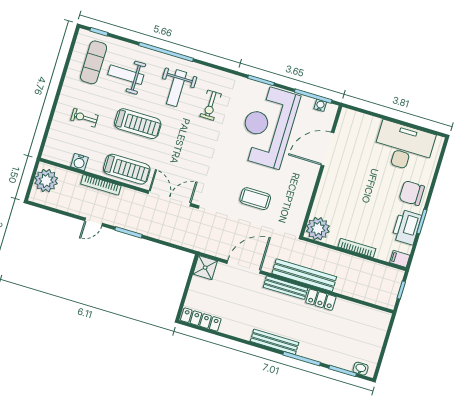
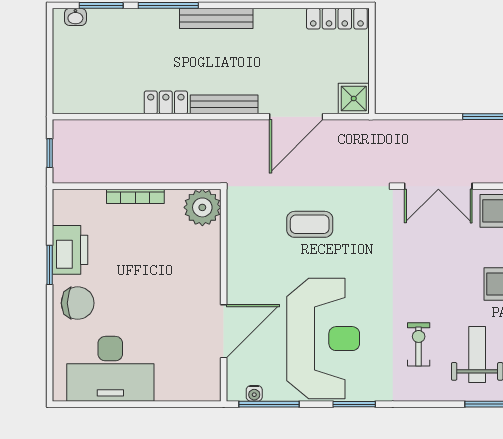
filing cabinet: (400, 259) -> (66, 199), removed
bench: (304, 275) -> (202, 132), removed

